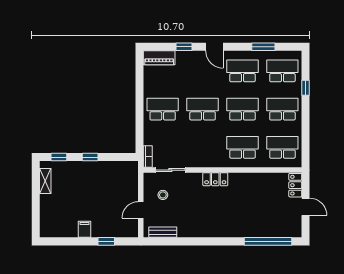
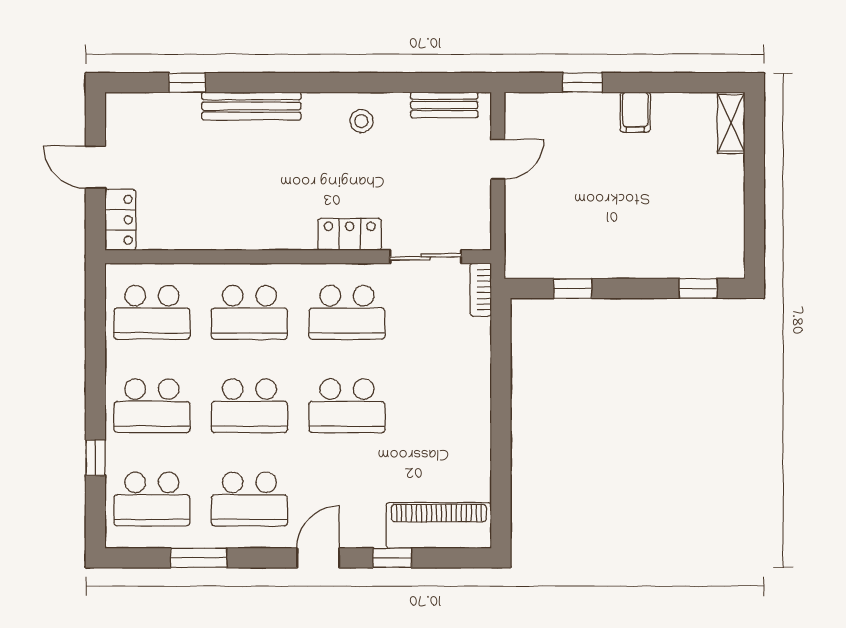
door: (214, 47) -> (318, 558), hinge flipped
piano: (159, 58) -> (439, 525), width x1.37, depth x1.33
school desk: (163, 109) -> (347, 312), moved
window: (90, 157) -> (573, 288), moved
locker: (215, 179) -> (350, 234), moved
shelving: (45, 181) -> (731, 123), moved
stool: (163, 195) -> (361, 121), moved
bench: (242, 232) -> (251, 106), added
window: (268, 241) -> (187, 83), width x0.32

